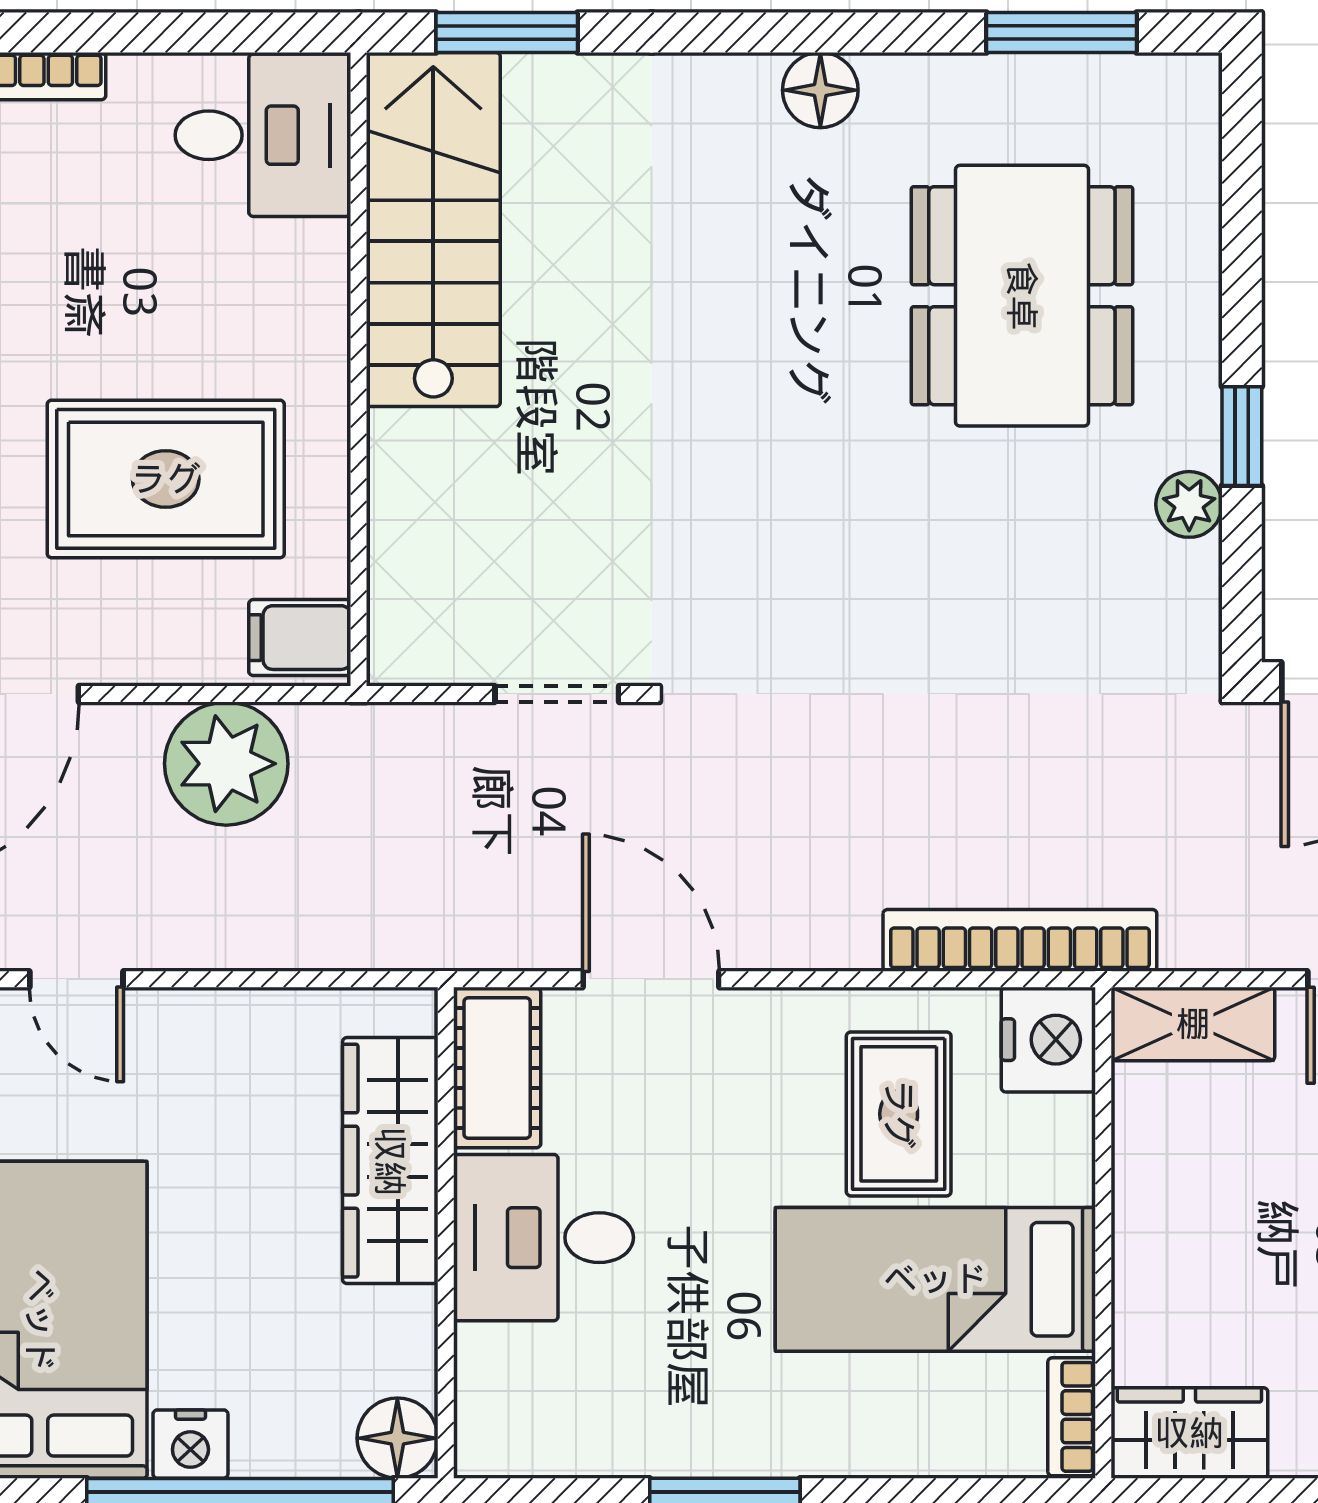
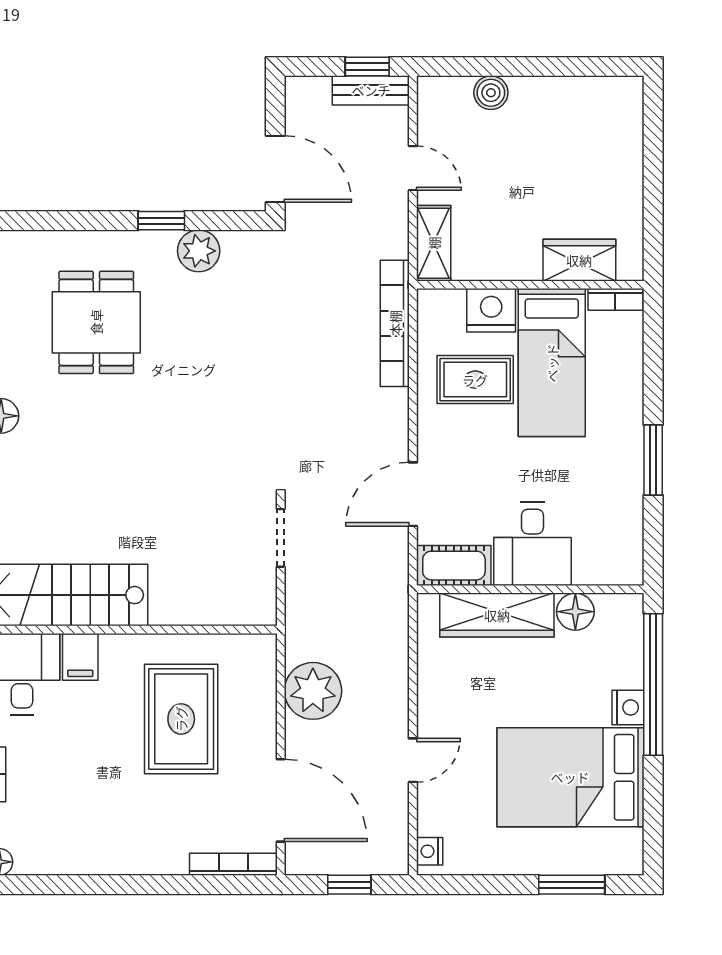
dining table: (1022, 296) -> (96, 322), width x0.73
plant: (1189, 504) -> (199, 251), width x1.38, depth x1.38
filing cabinet: (300, 638) -> (80, 657), moved
nightstand: (1048, 1040) -> (491, 310), moved
wardrobe: (1189, 1433) -> (579, 260), moved, turned 90
floor lamp: (397, 1438) -> (575, 612), moved

